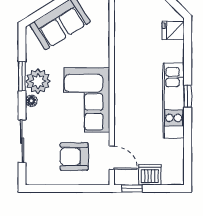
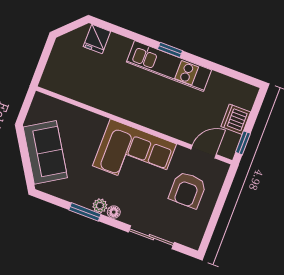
plant: (38, 81) -> (100, 206), width x0.53, depth x0.53

